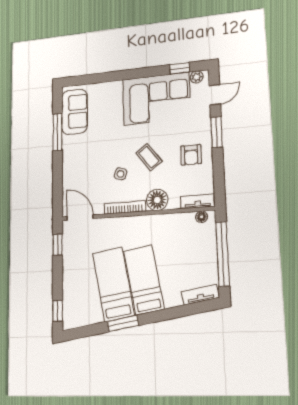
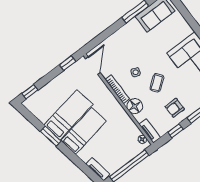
window: (219, 171) -> (175, 131), added

